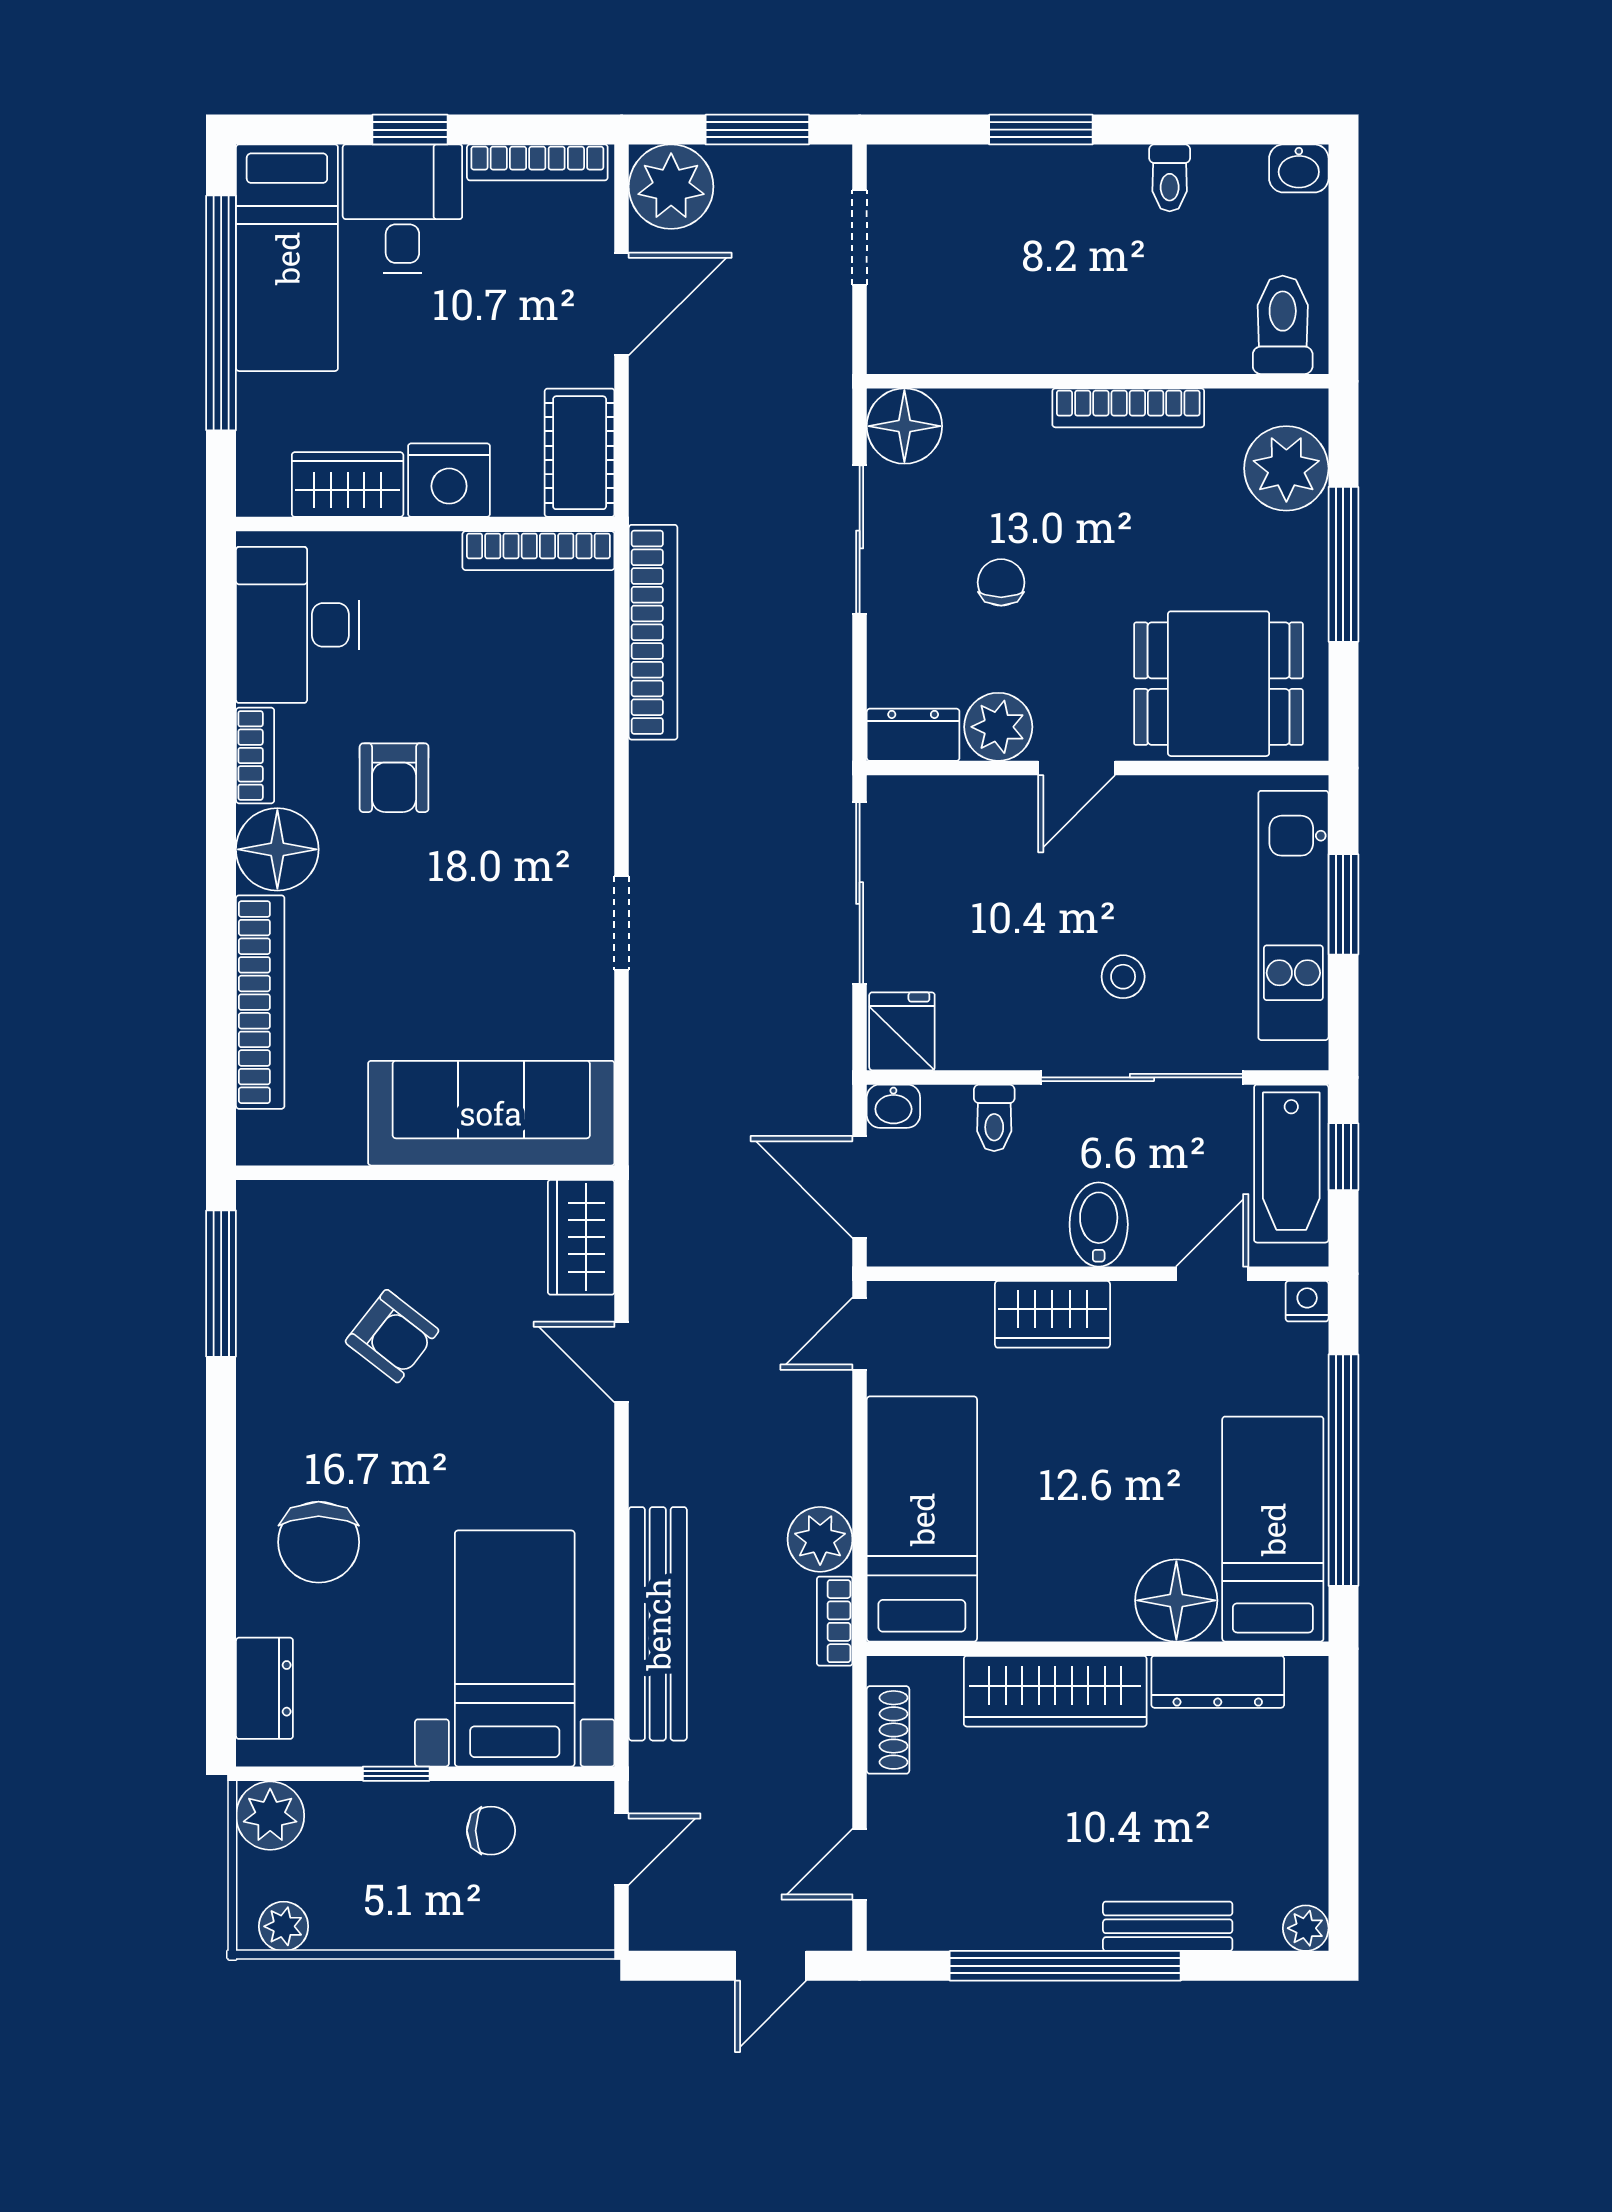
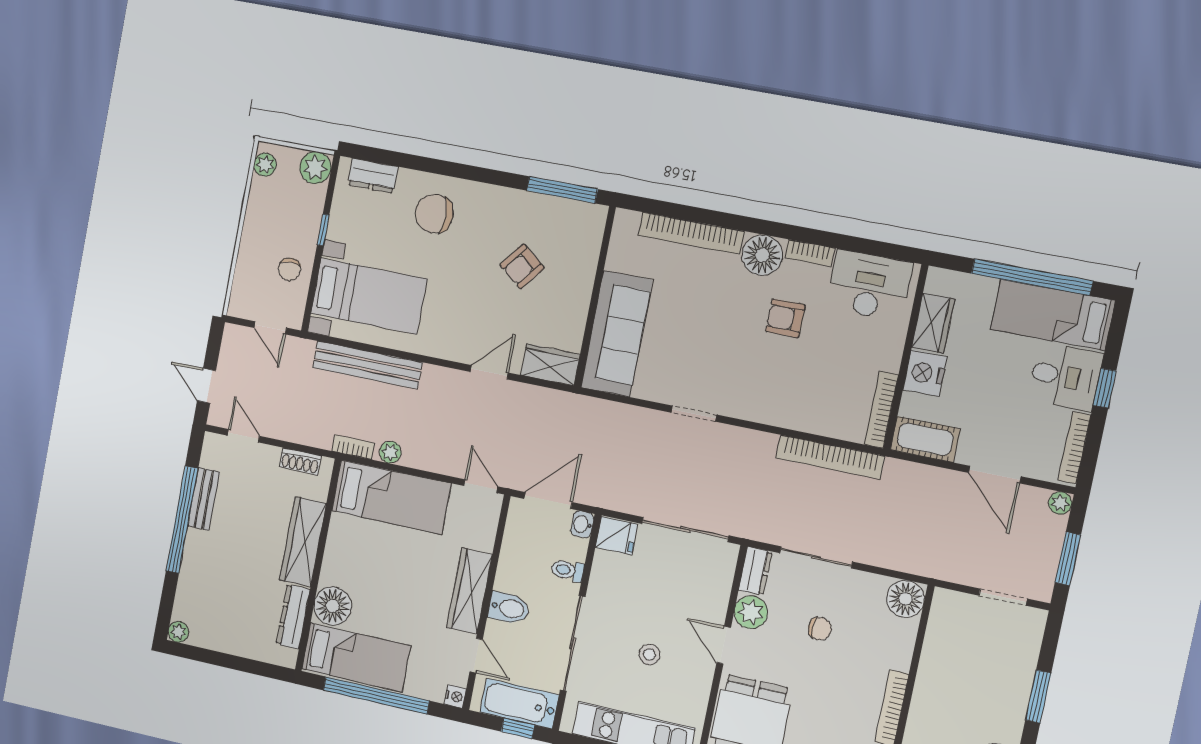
plant: (671, 187) -> (1060, 503), width x0.53, depth x0.53
sliding door: (860, 539) -> (816, 557), moved
stool: (1123, 977) -> (649, 654), moved
wardrobe: (1052, 1314) -> (470, 591), width x1.50
plant: (820, 1539) -> (390, 452), width x0.73, depth x0.73
bench: (1168, 1926) -> (204, 499), moved

